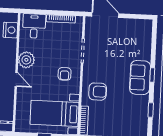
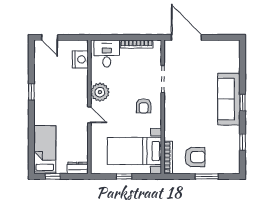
sofa: (140, 78) -> (229, 99), width x1.36
armchair: (98, 92) -> (195, 157), moved

